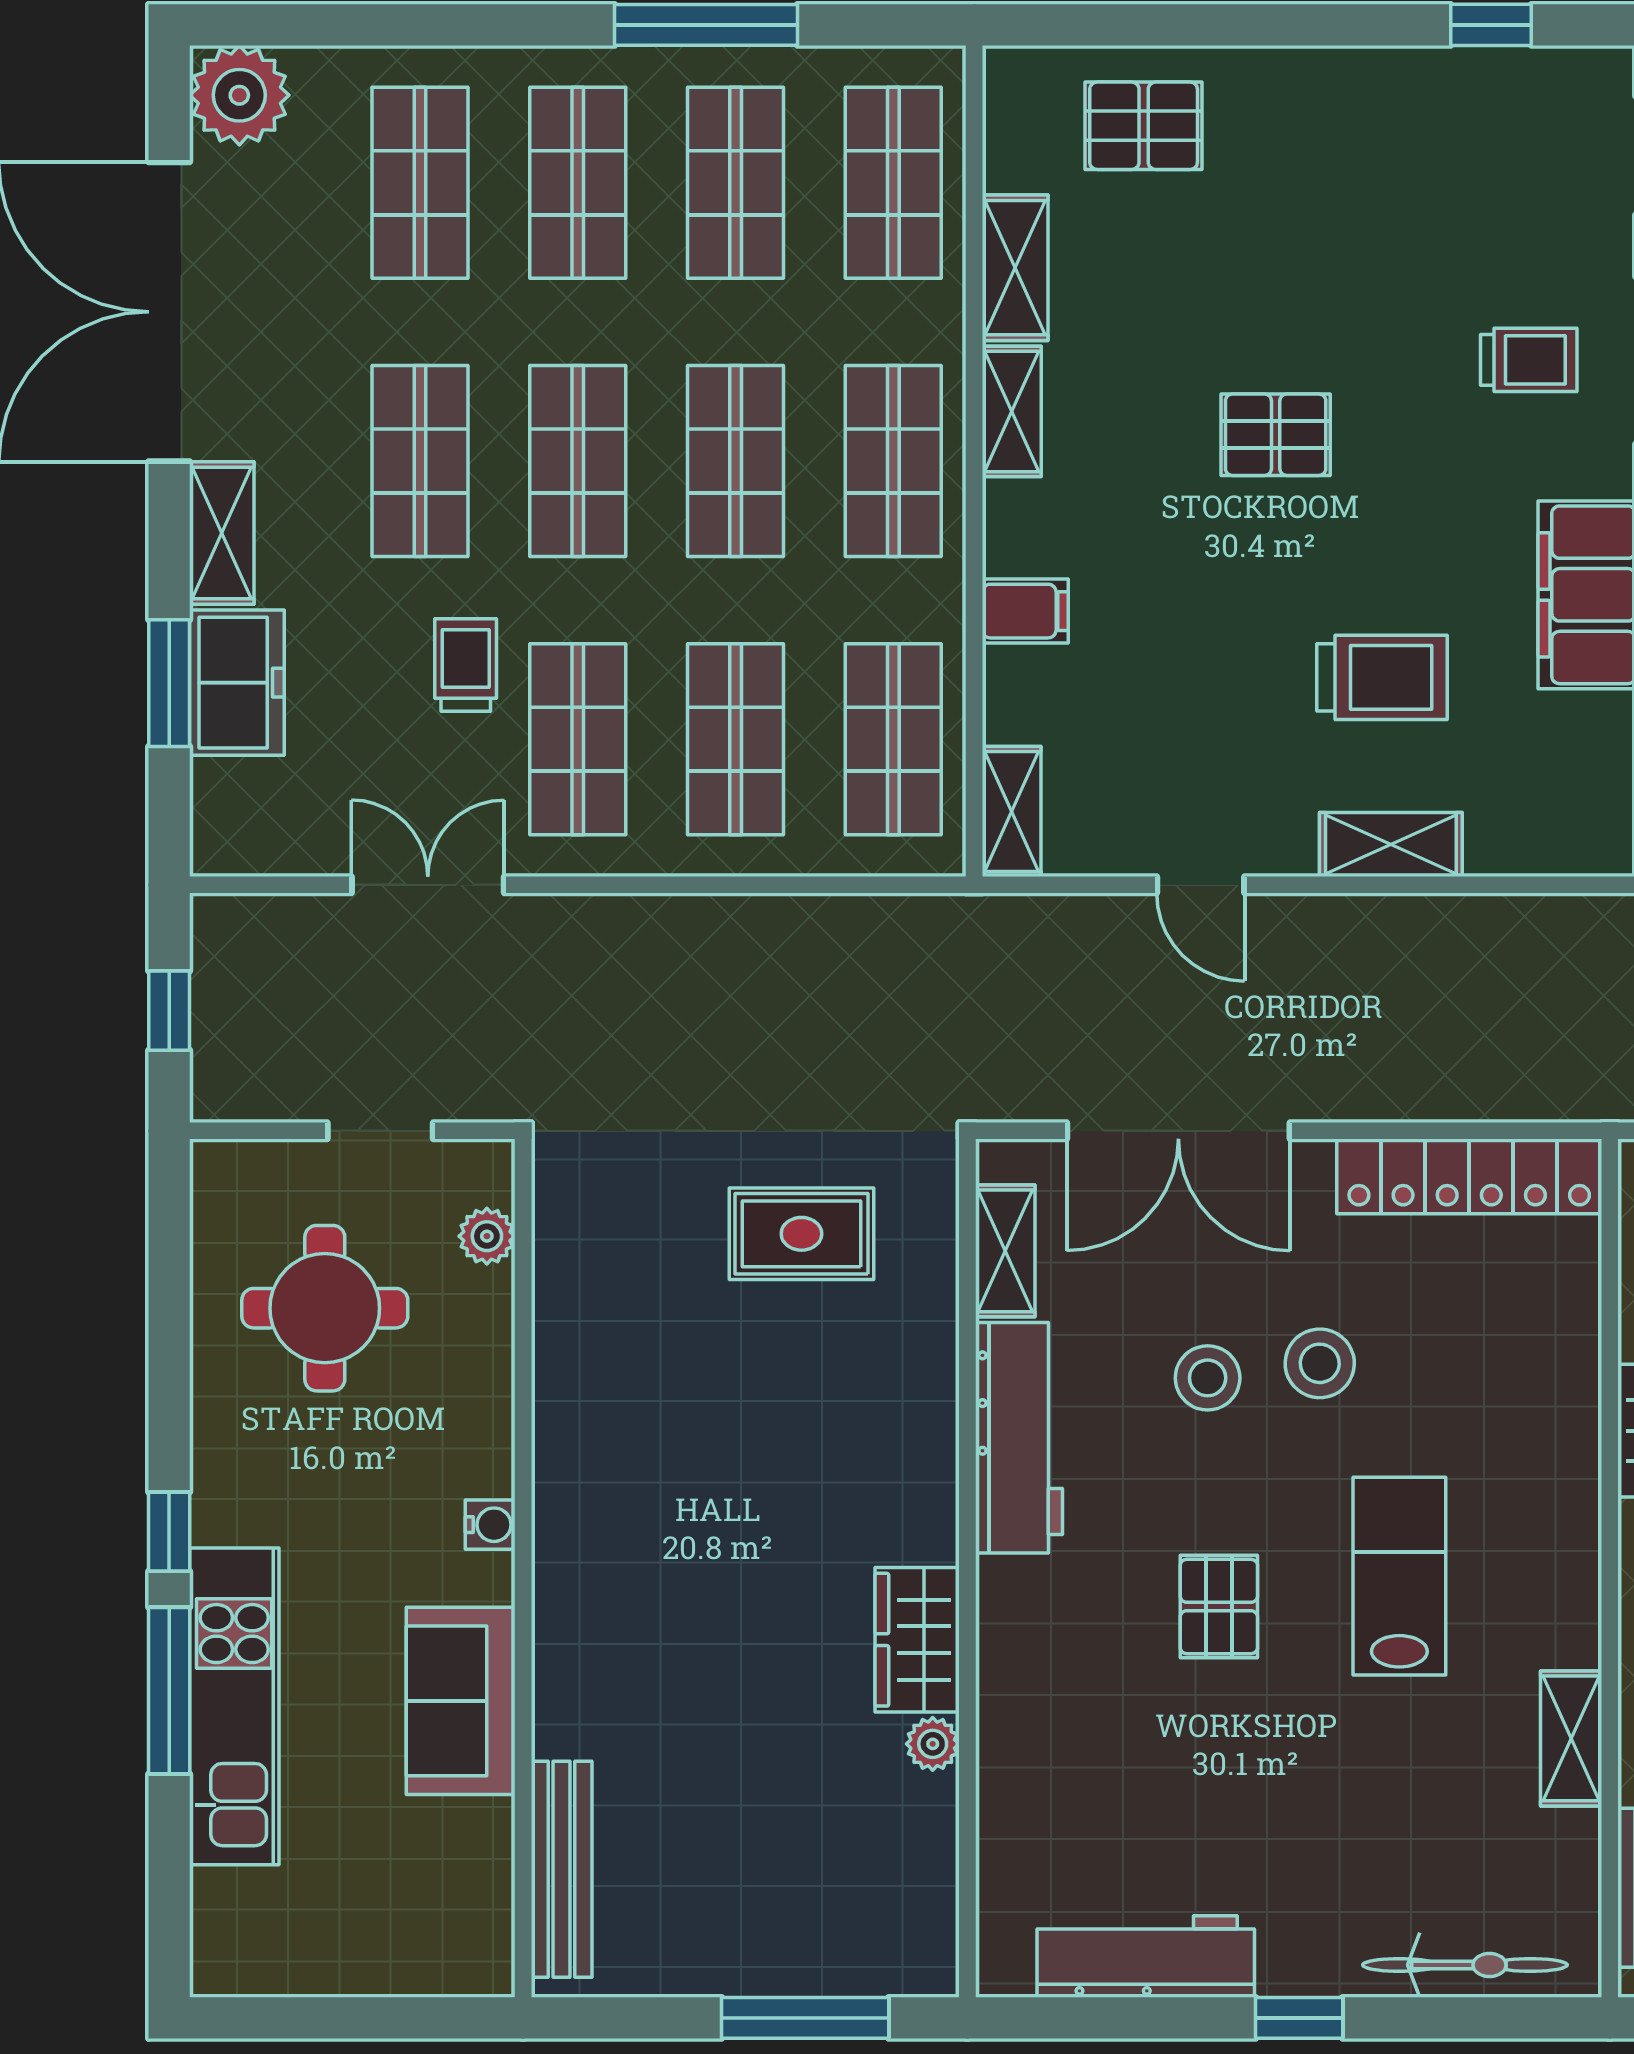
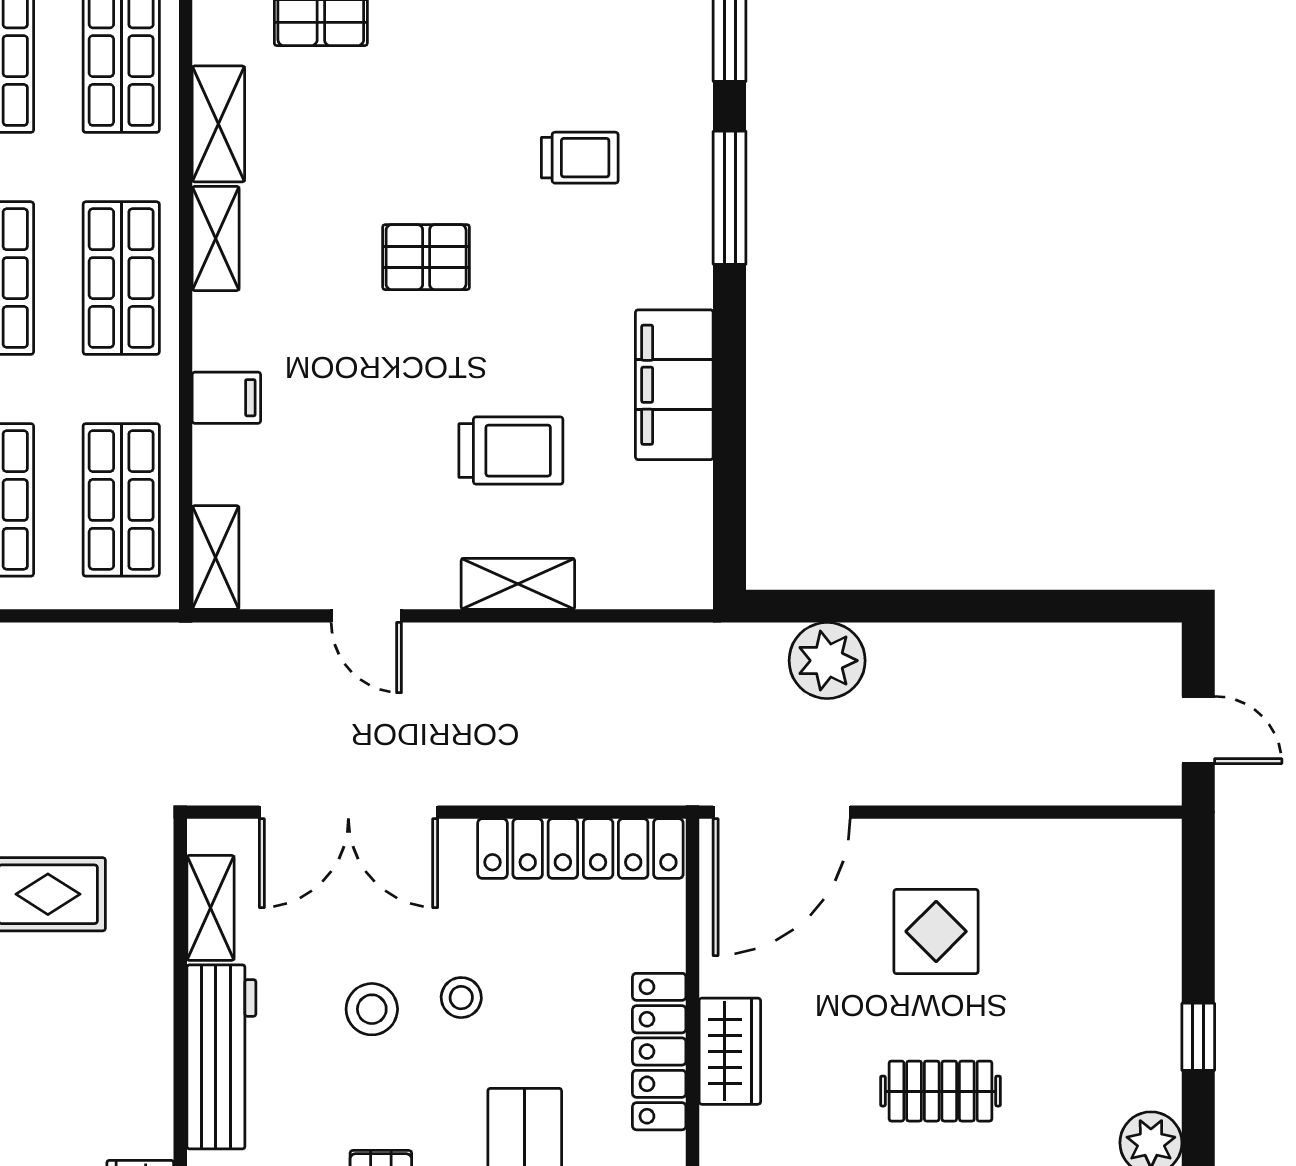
trolley: (1529, 360) -> (580, 158), moved
stool: (1320, 1363) -> (461, 998), width x0.73, depth x0.73
locker: (1568, 1431) -> (659, 1052), added

